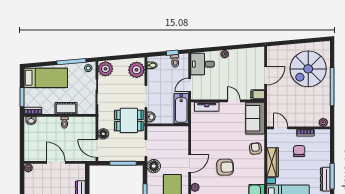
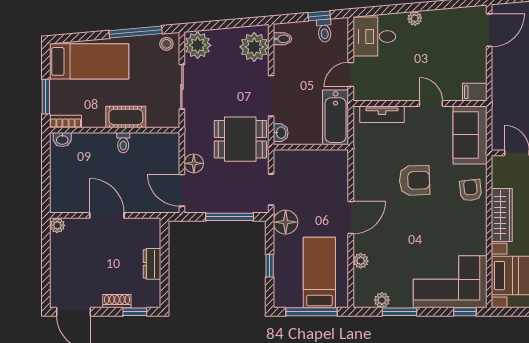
door: (266, 76) -> (489, 30), moved
armchair: (225, 167) -> (414, 180), moved

